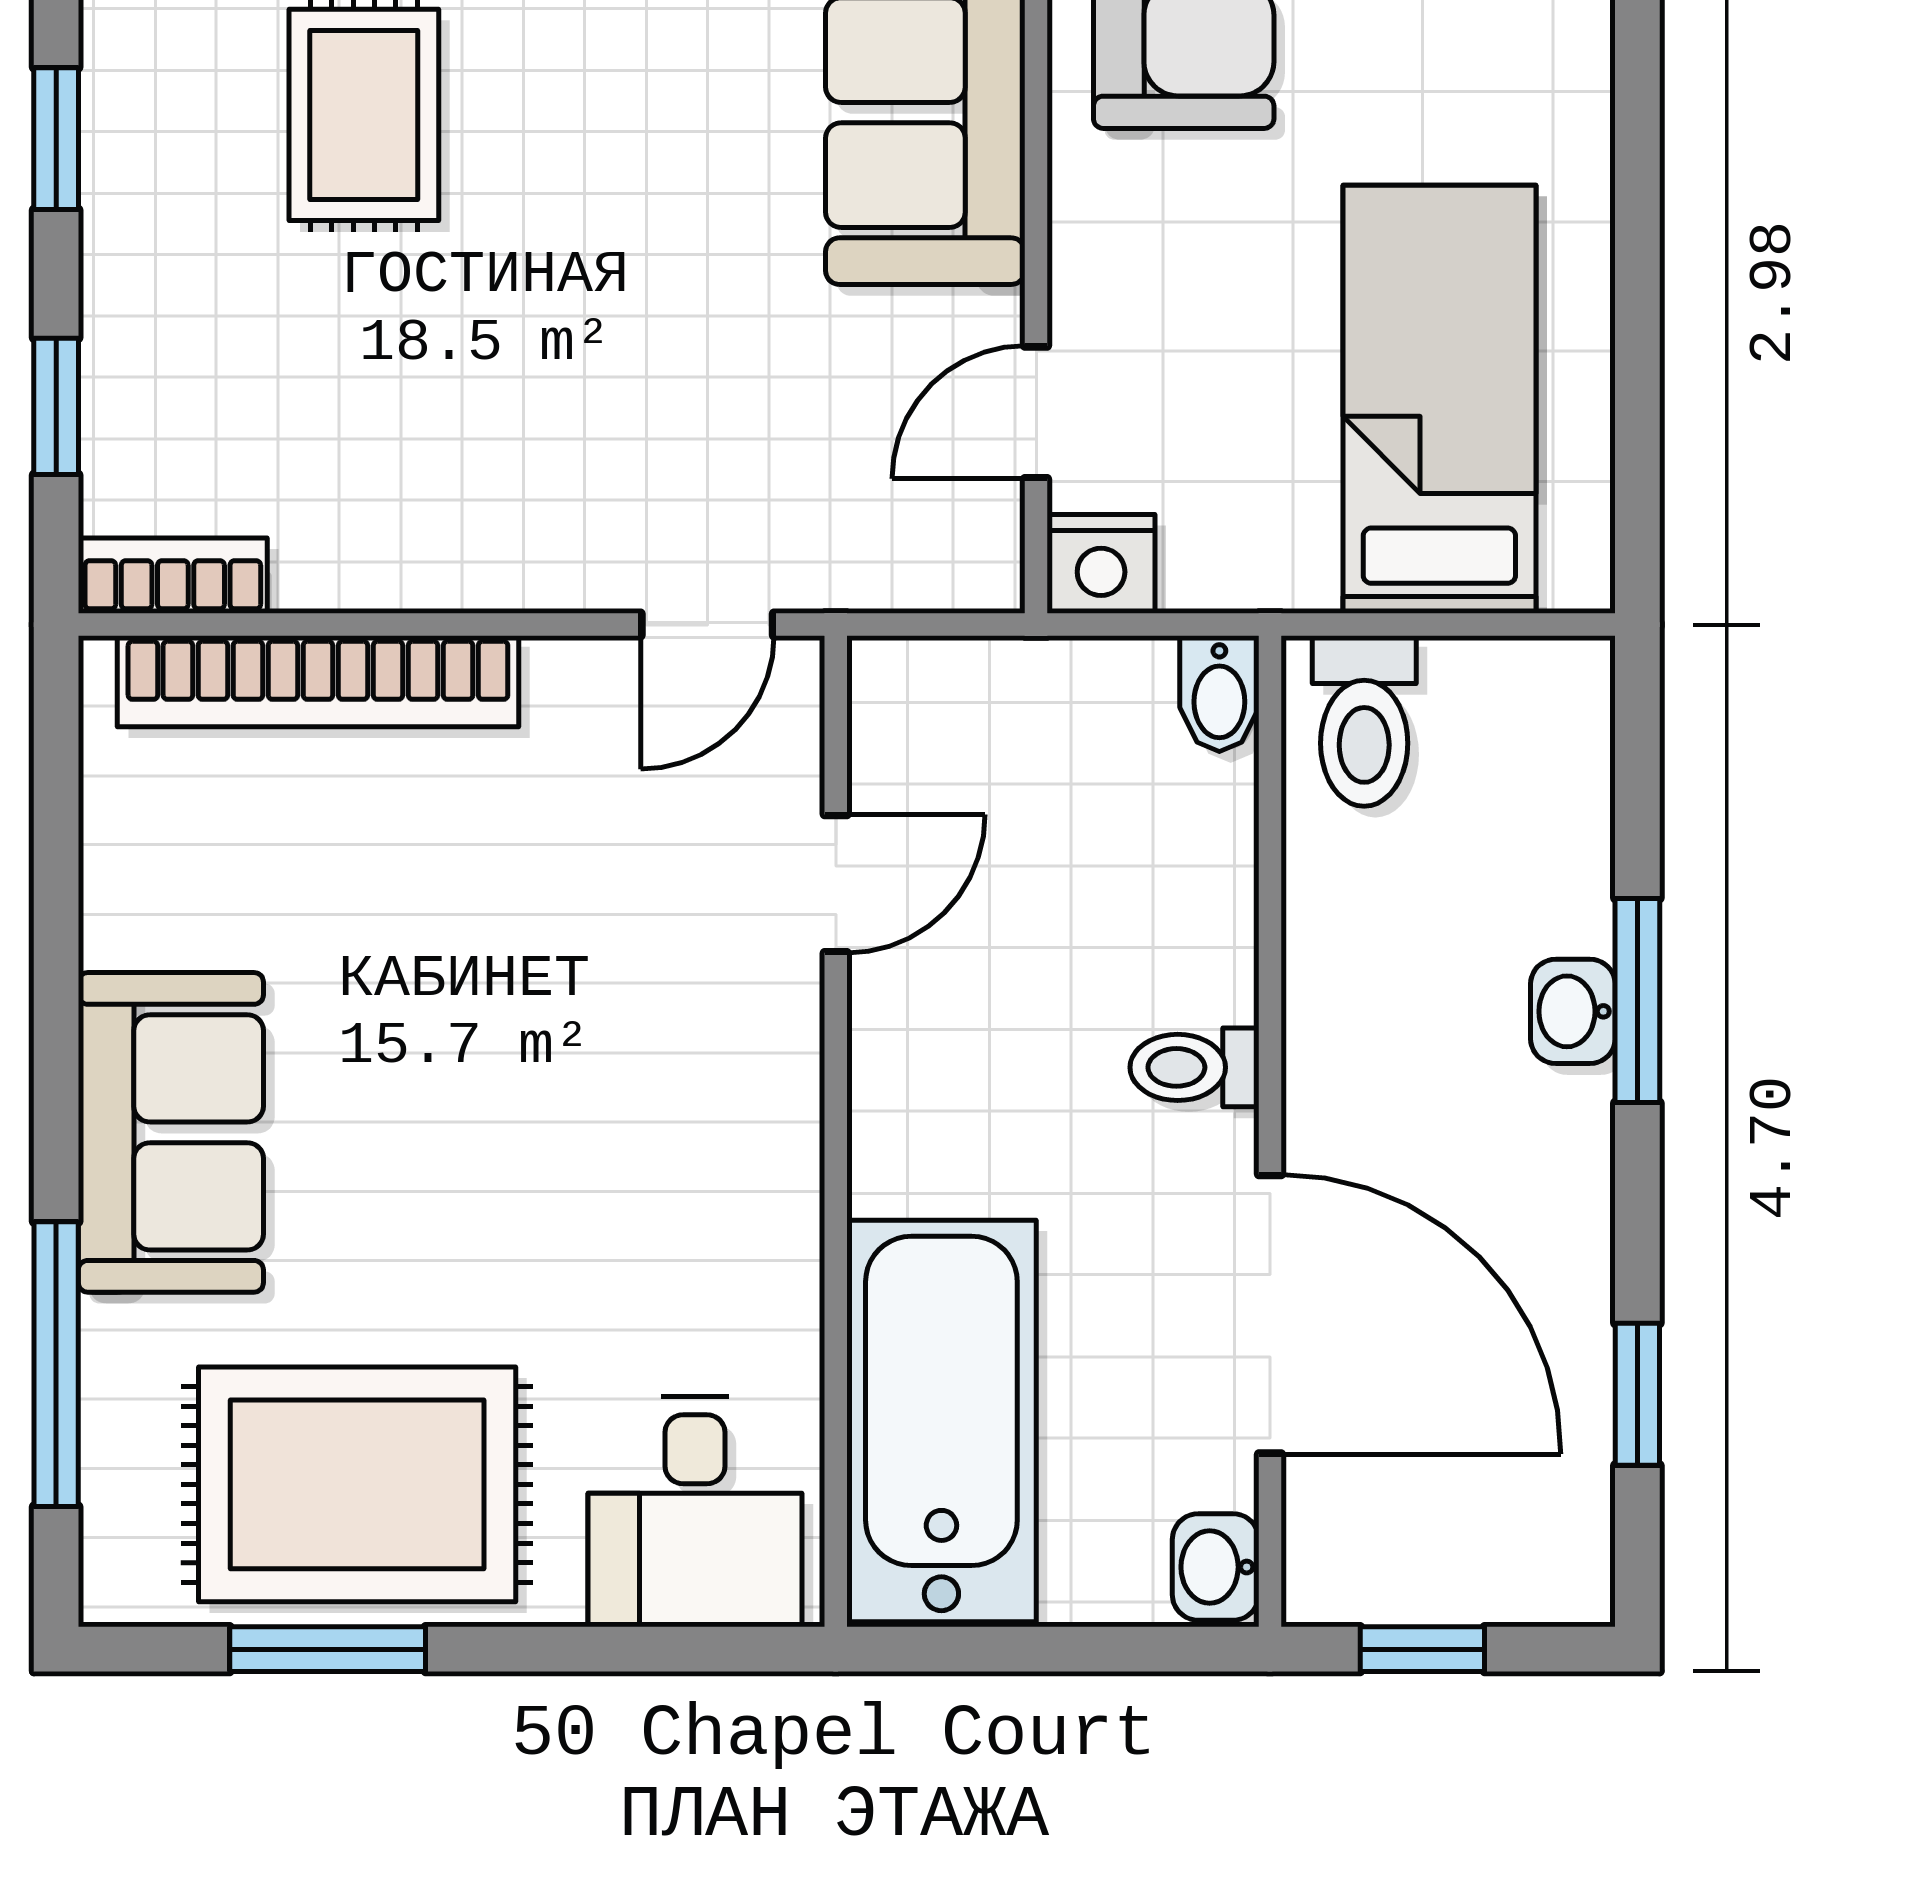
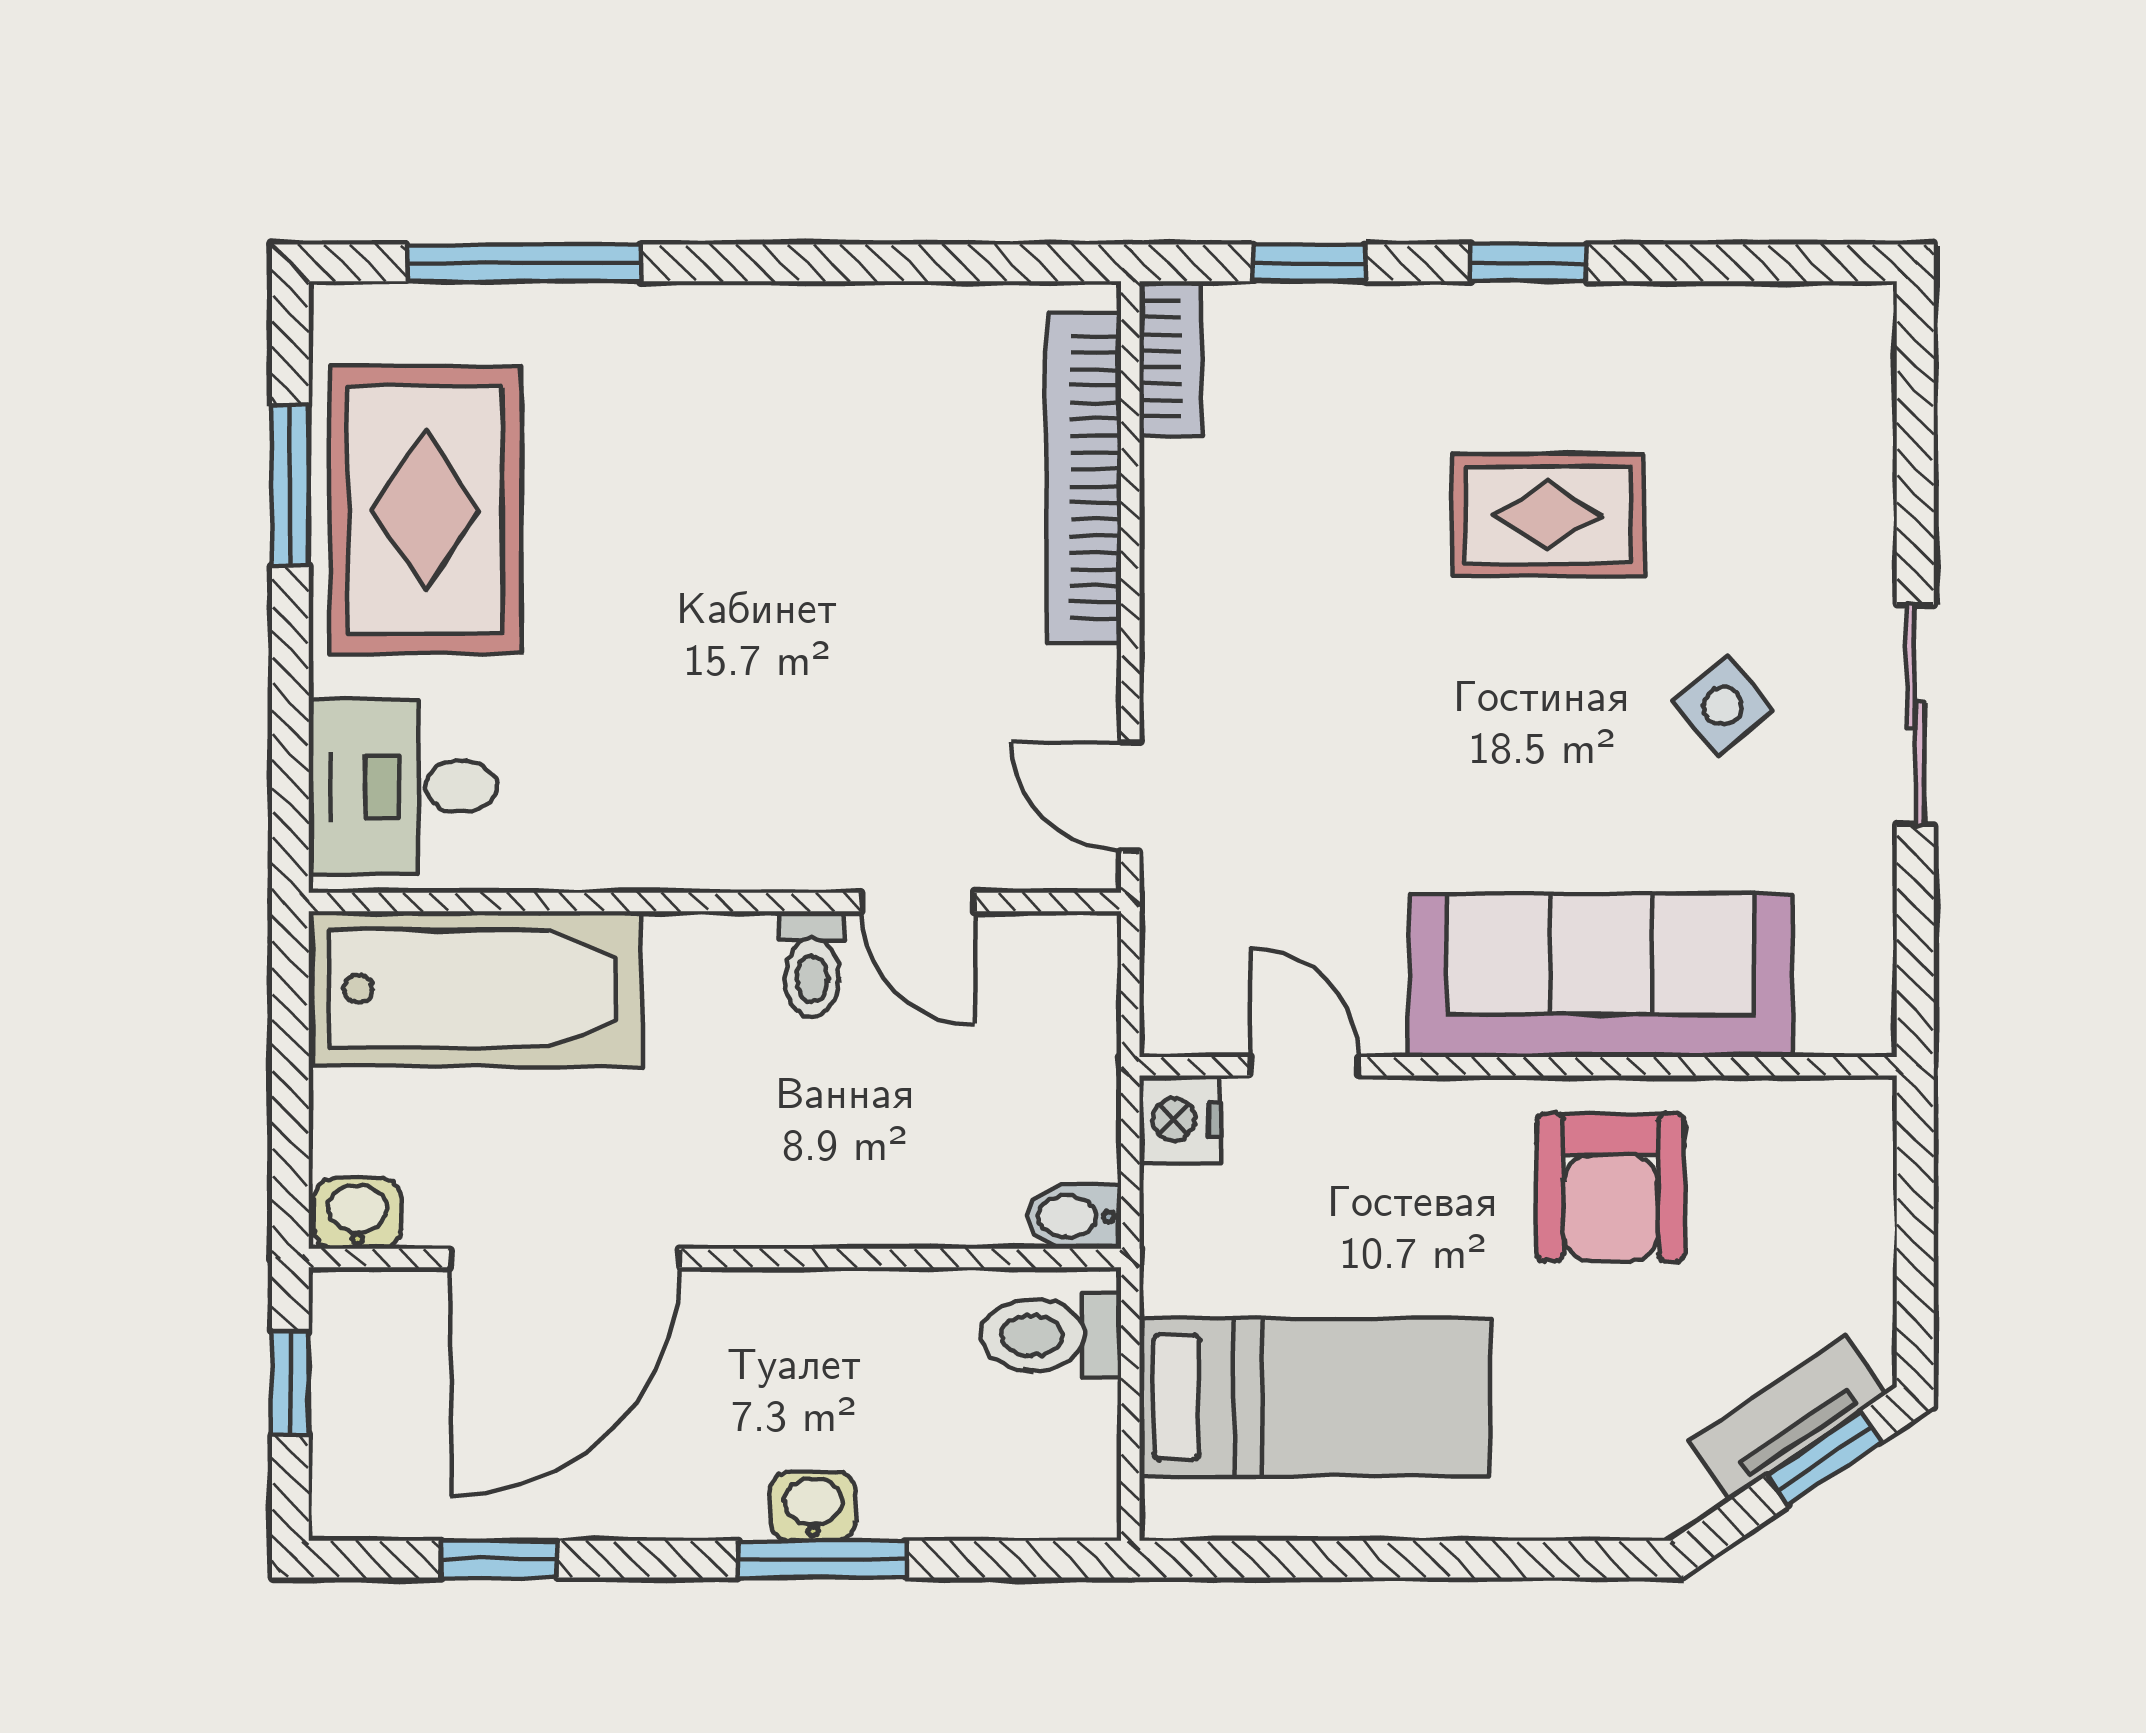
toilet: (1194, 1067) -> (812, 964), moved, turned 180
sofa: (171, 1132) -> (714, 357), removed

